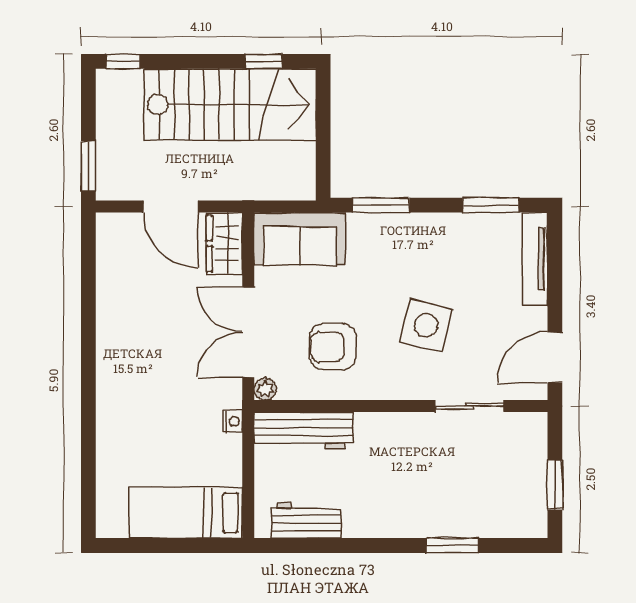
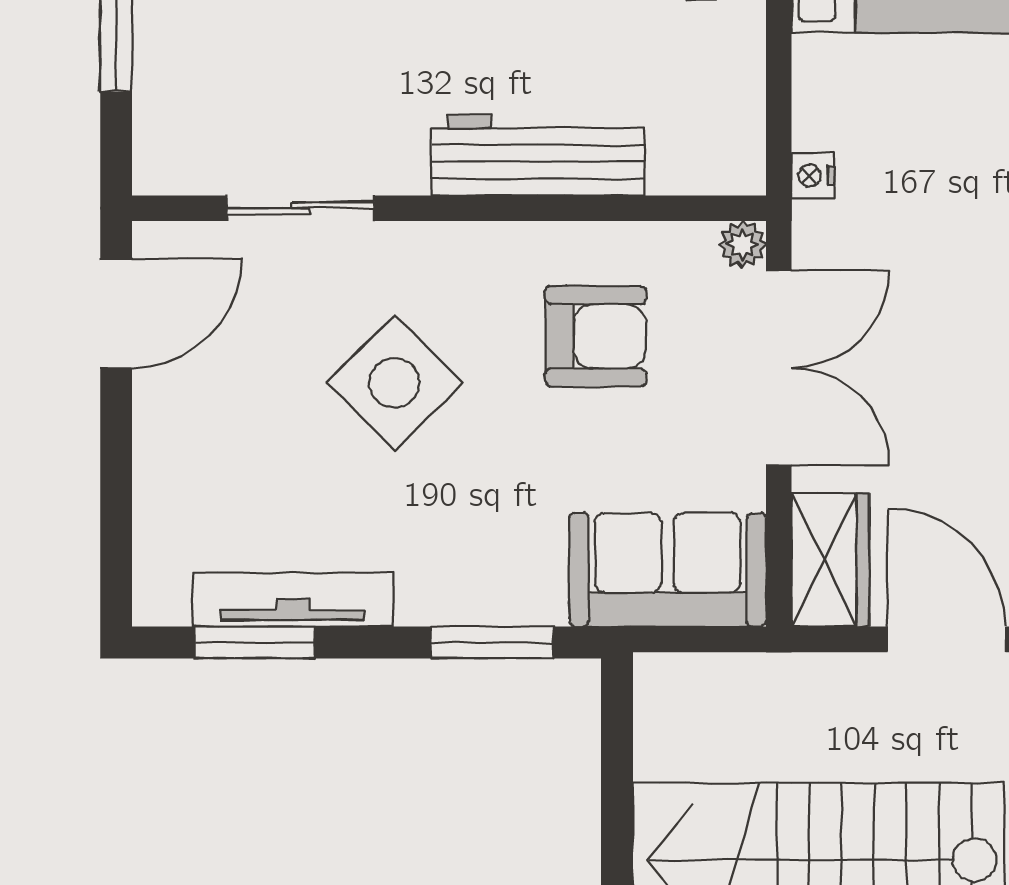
tv unit: (535, 259) -> (293, 600), moved, turned -90
side table: (426, 325) -> (394, 383), turned 31
workbench: (303, 430) -> (538, 155), moved

